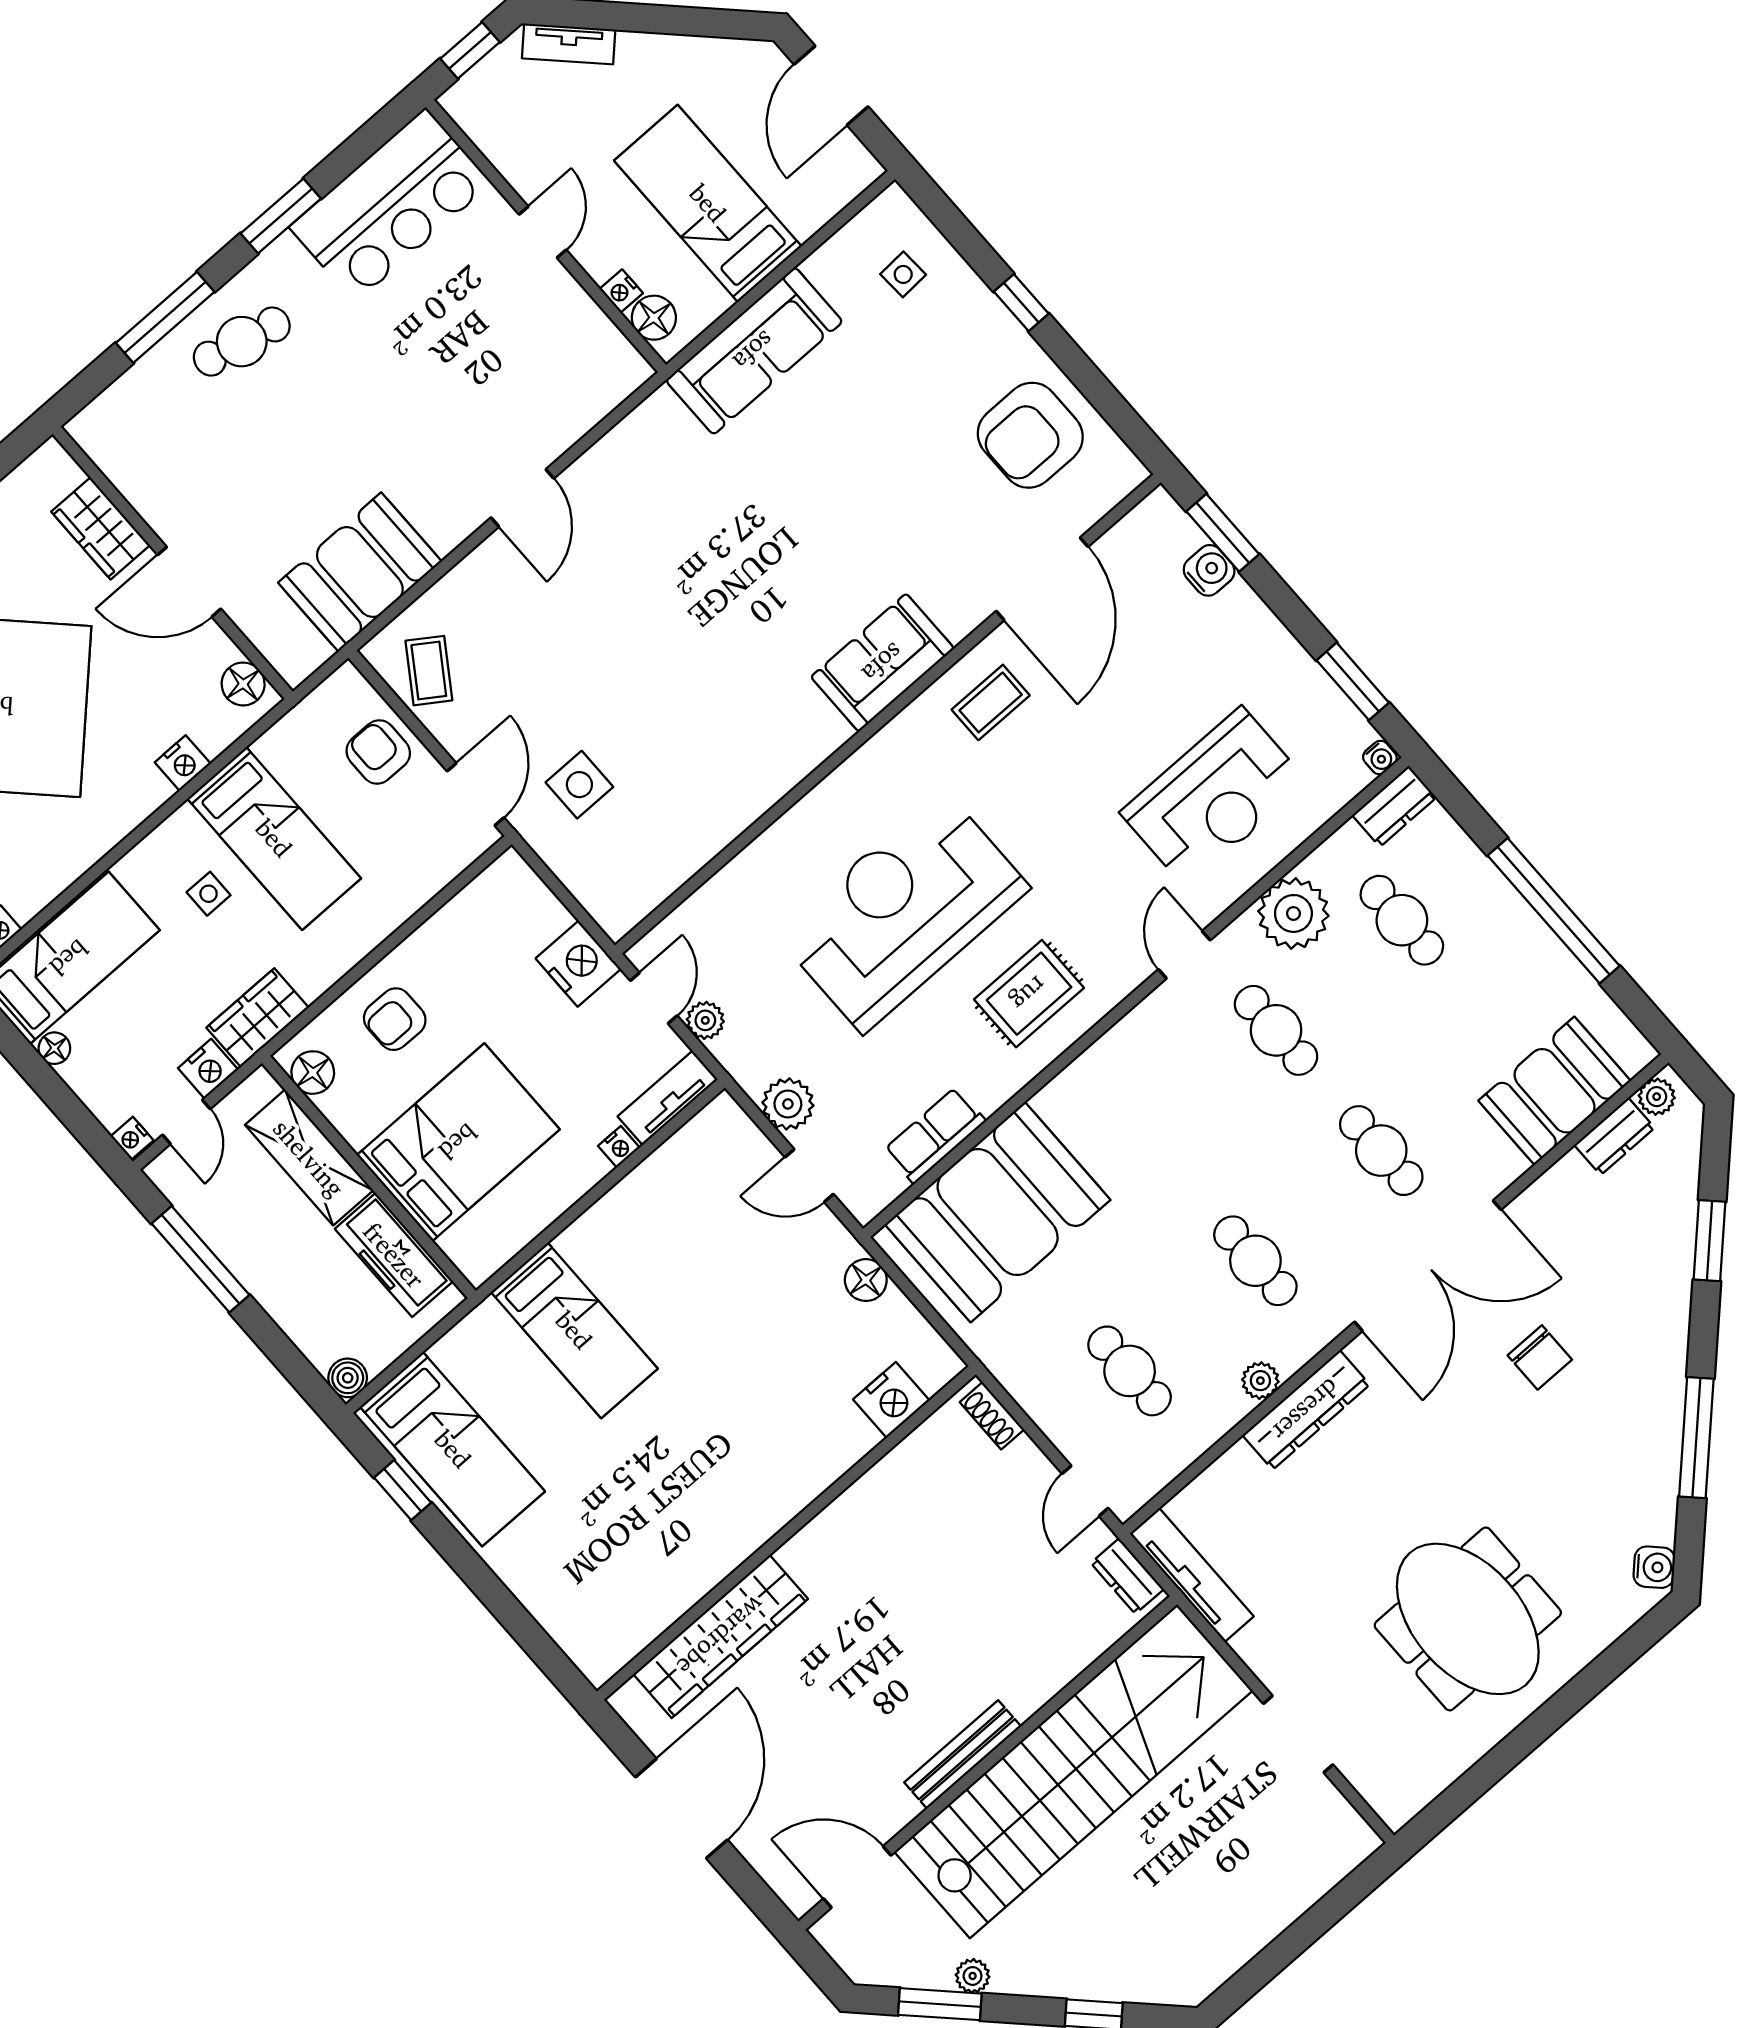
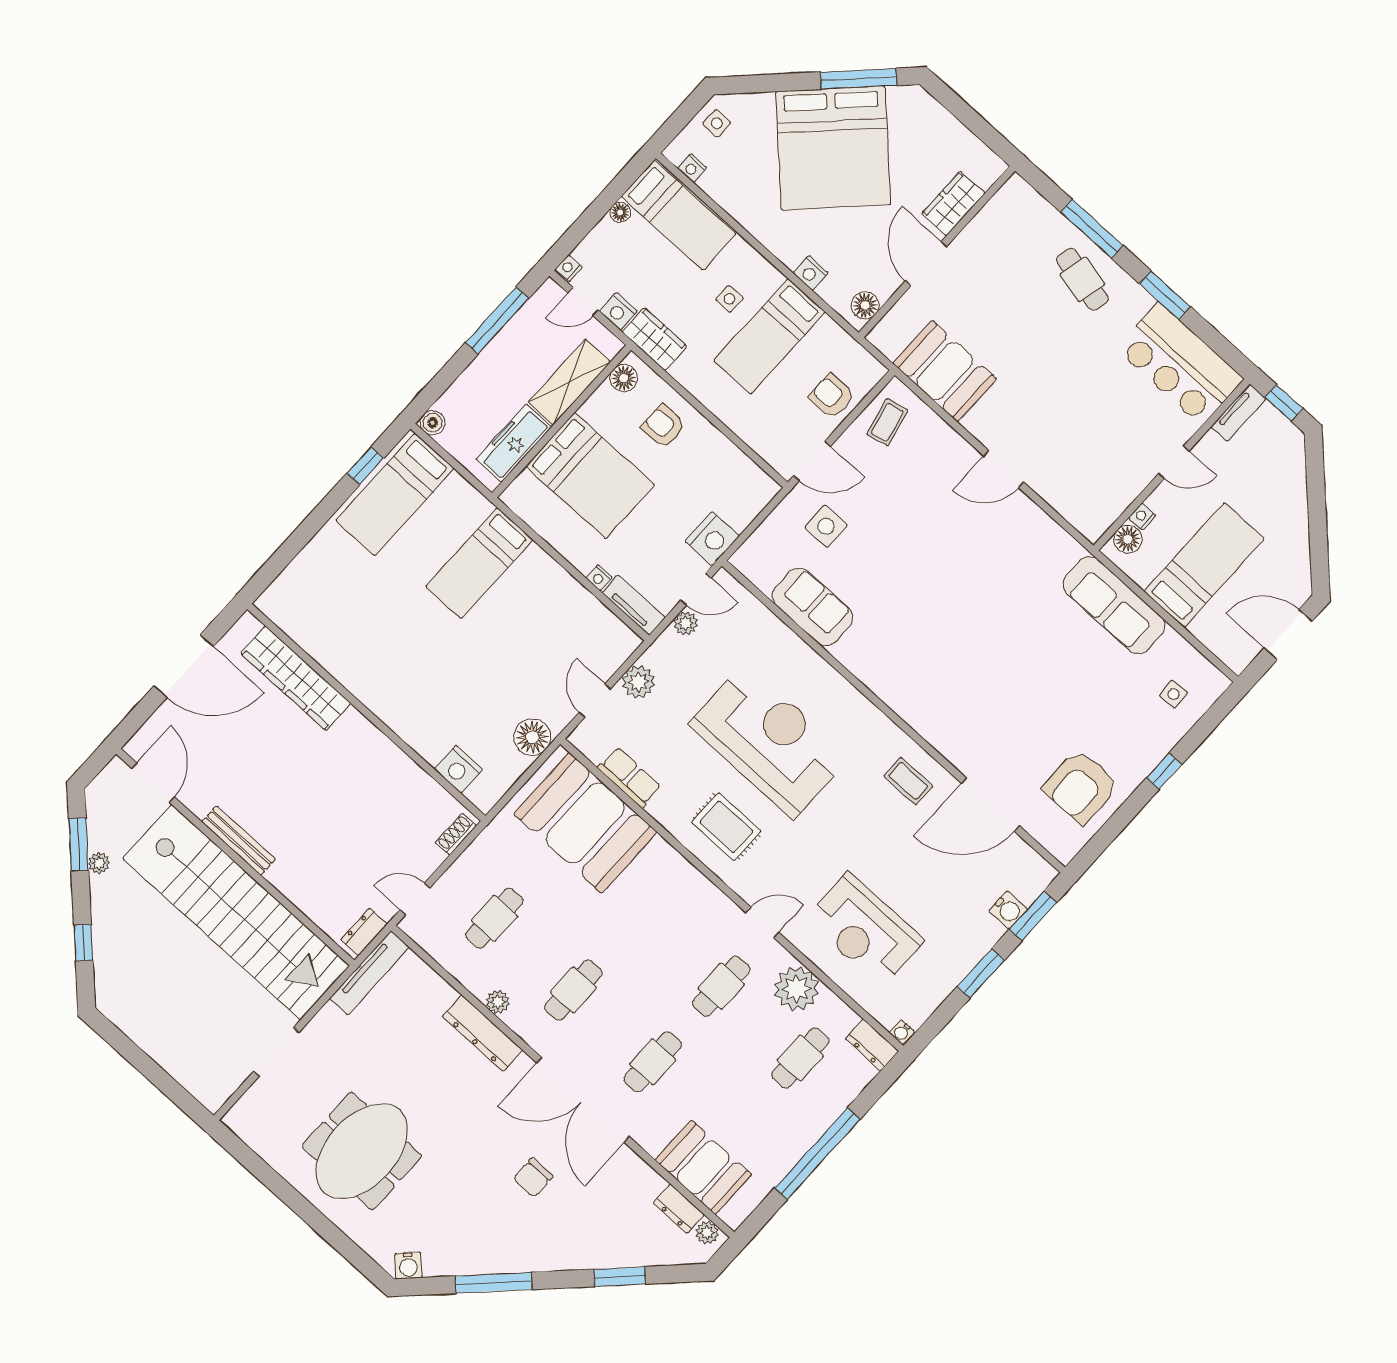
tv unit: (569, 44) -> (1238, 413), moved, turned -135
armchair: (1030, 435) -> (1081, 787), turned -90
sofa: (883, 663) -> (812, 607), moved
coffee table: (429, 671) -> (887, 422), turned -47
window: (1353, 681) -> (981, 973), moved
armchair: (378, 752) -> (832, 396), turned -90
floor lamp: (866, 1280) -> (532, 737), width x1.38, depth x1.38

